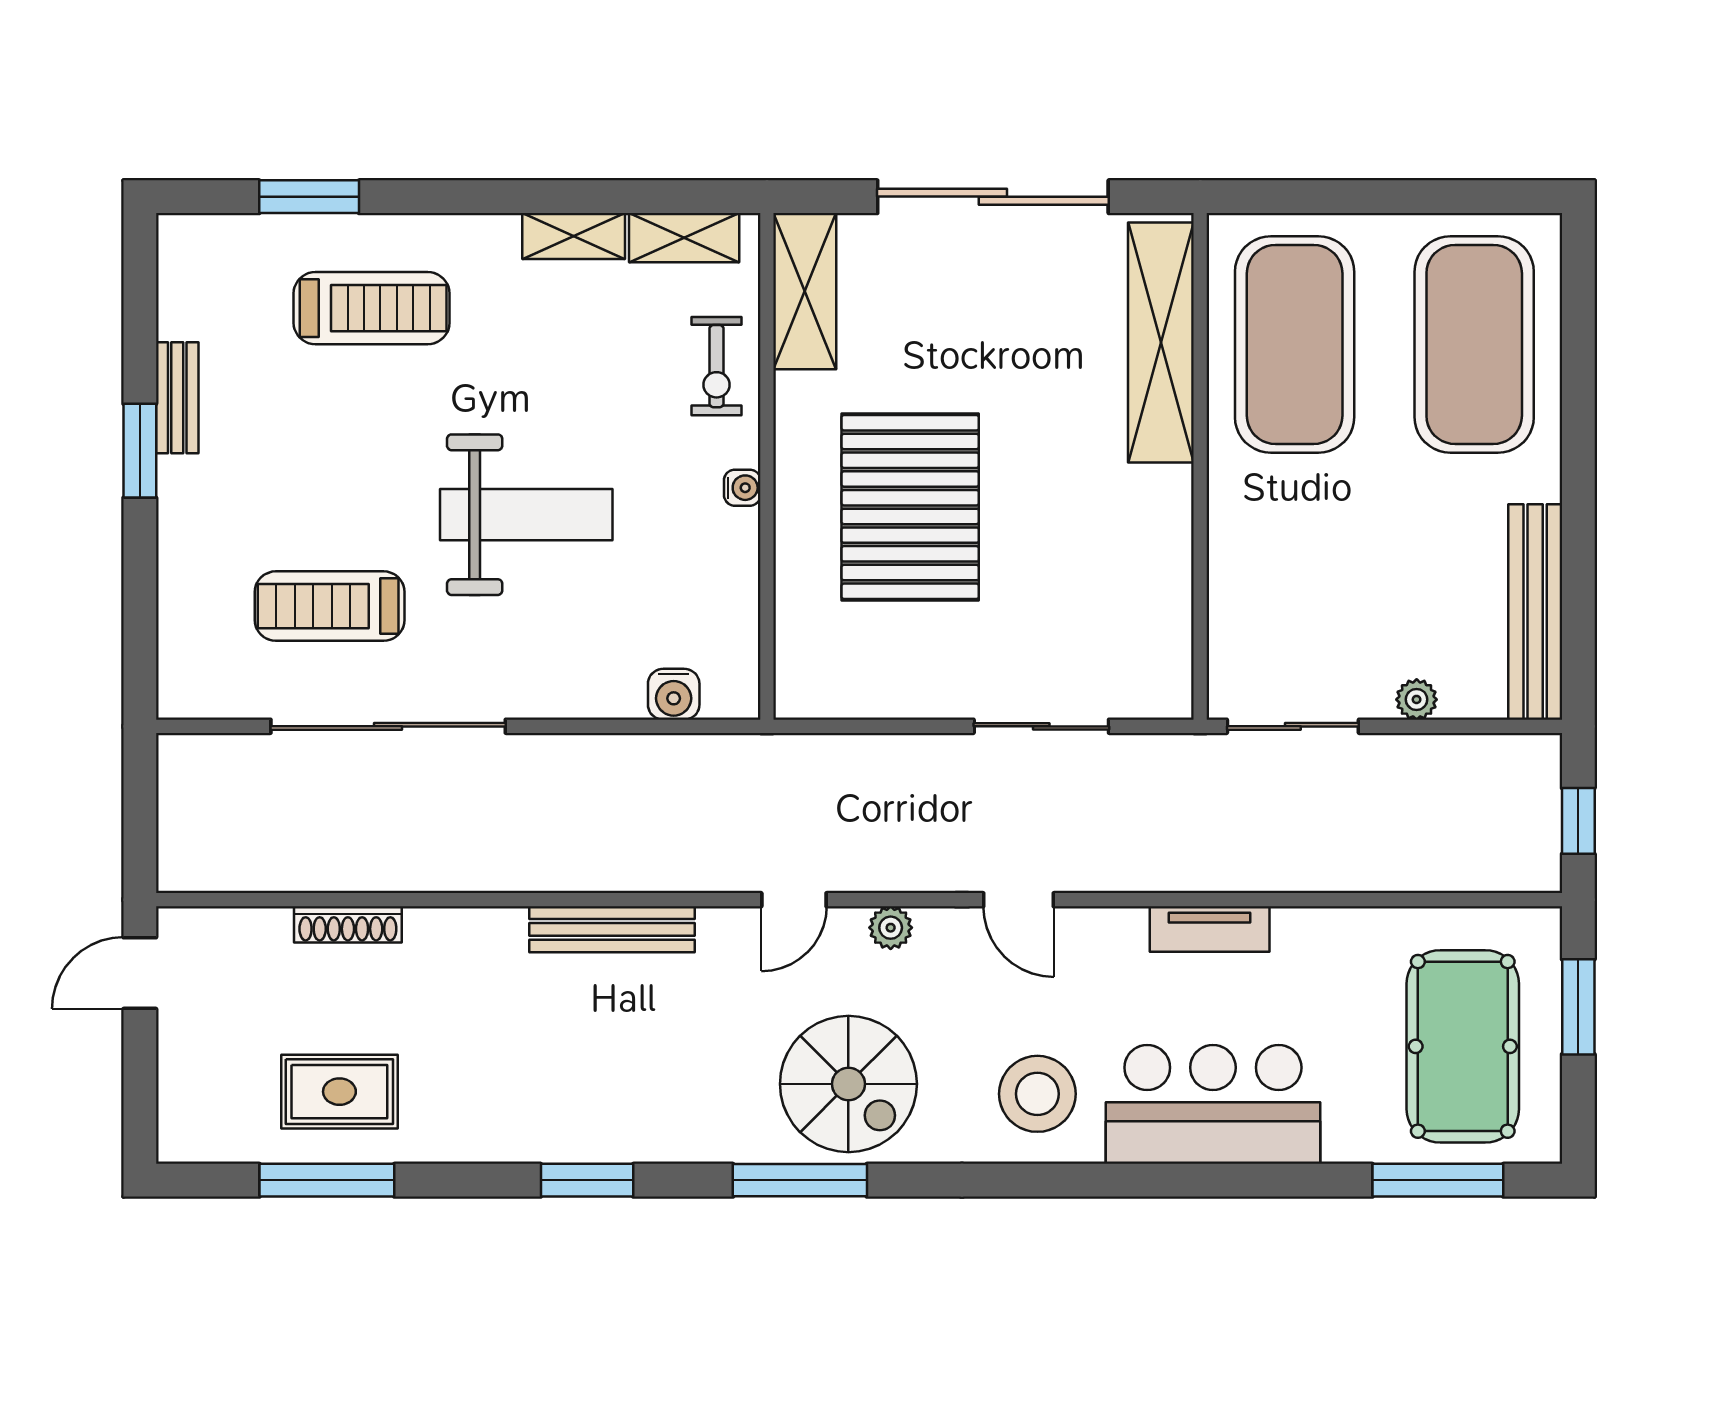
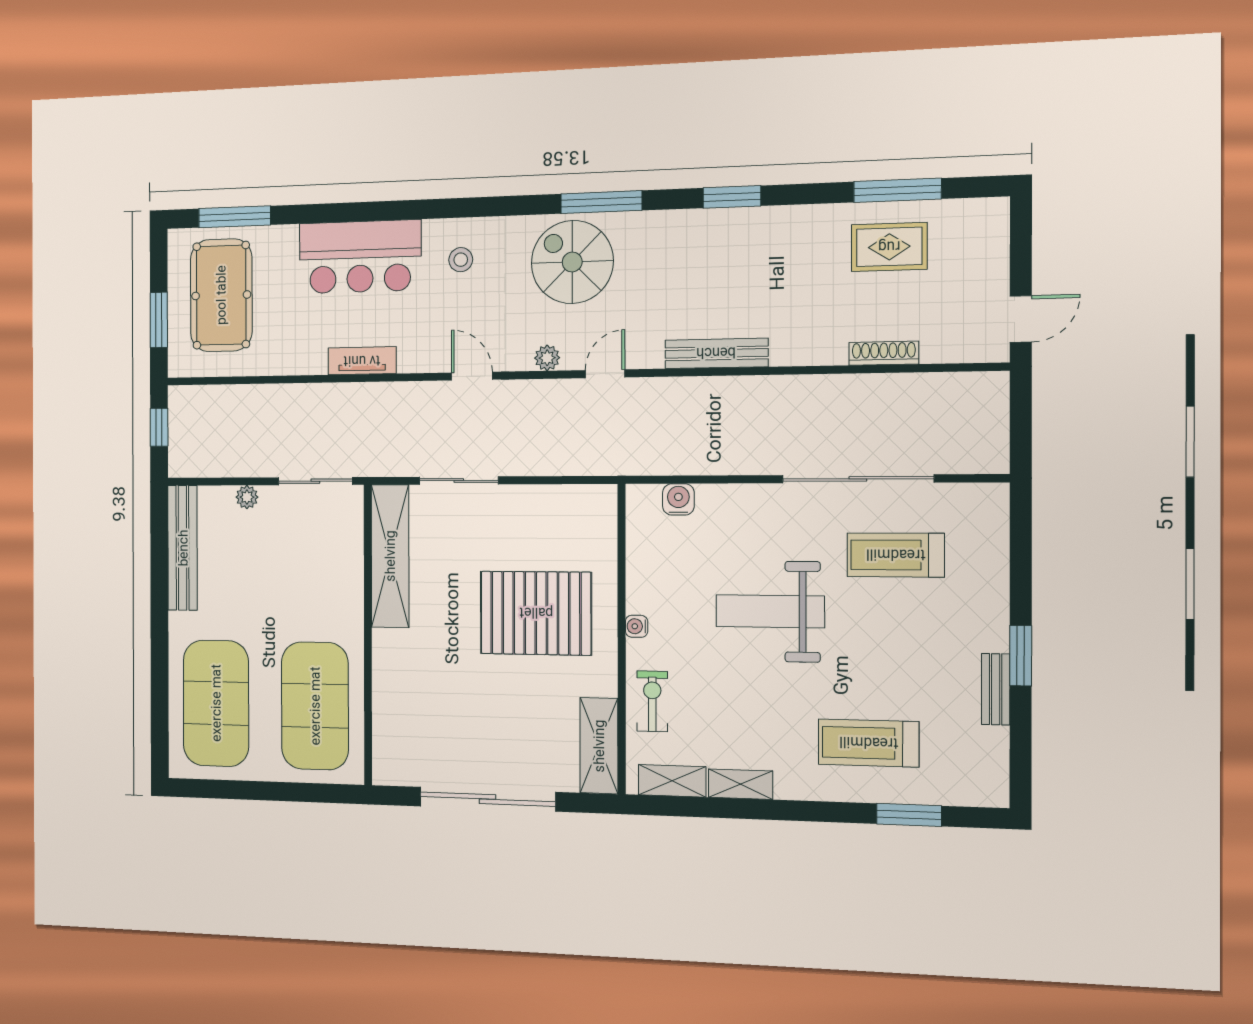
shelving: (1161, 343) -> (390, 556), moved
pallet: (910, 507) -> (536, 613), turned 90
treadmill: (330, 606) -> (896, 555), turned 180
stool: (1037, 1094) -> (461, 260), width x0.53, depth x0.53

